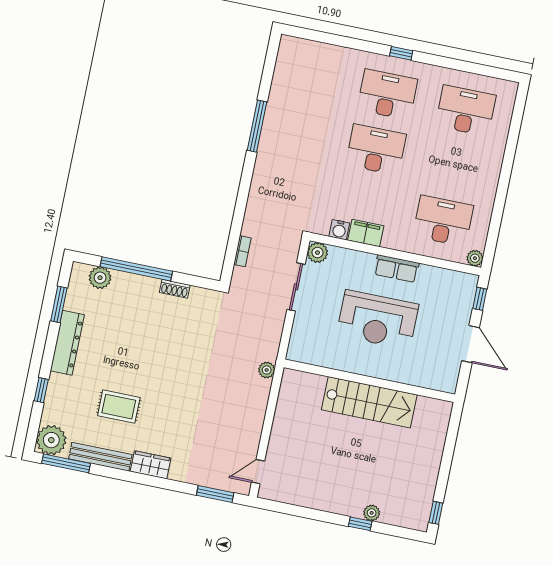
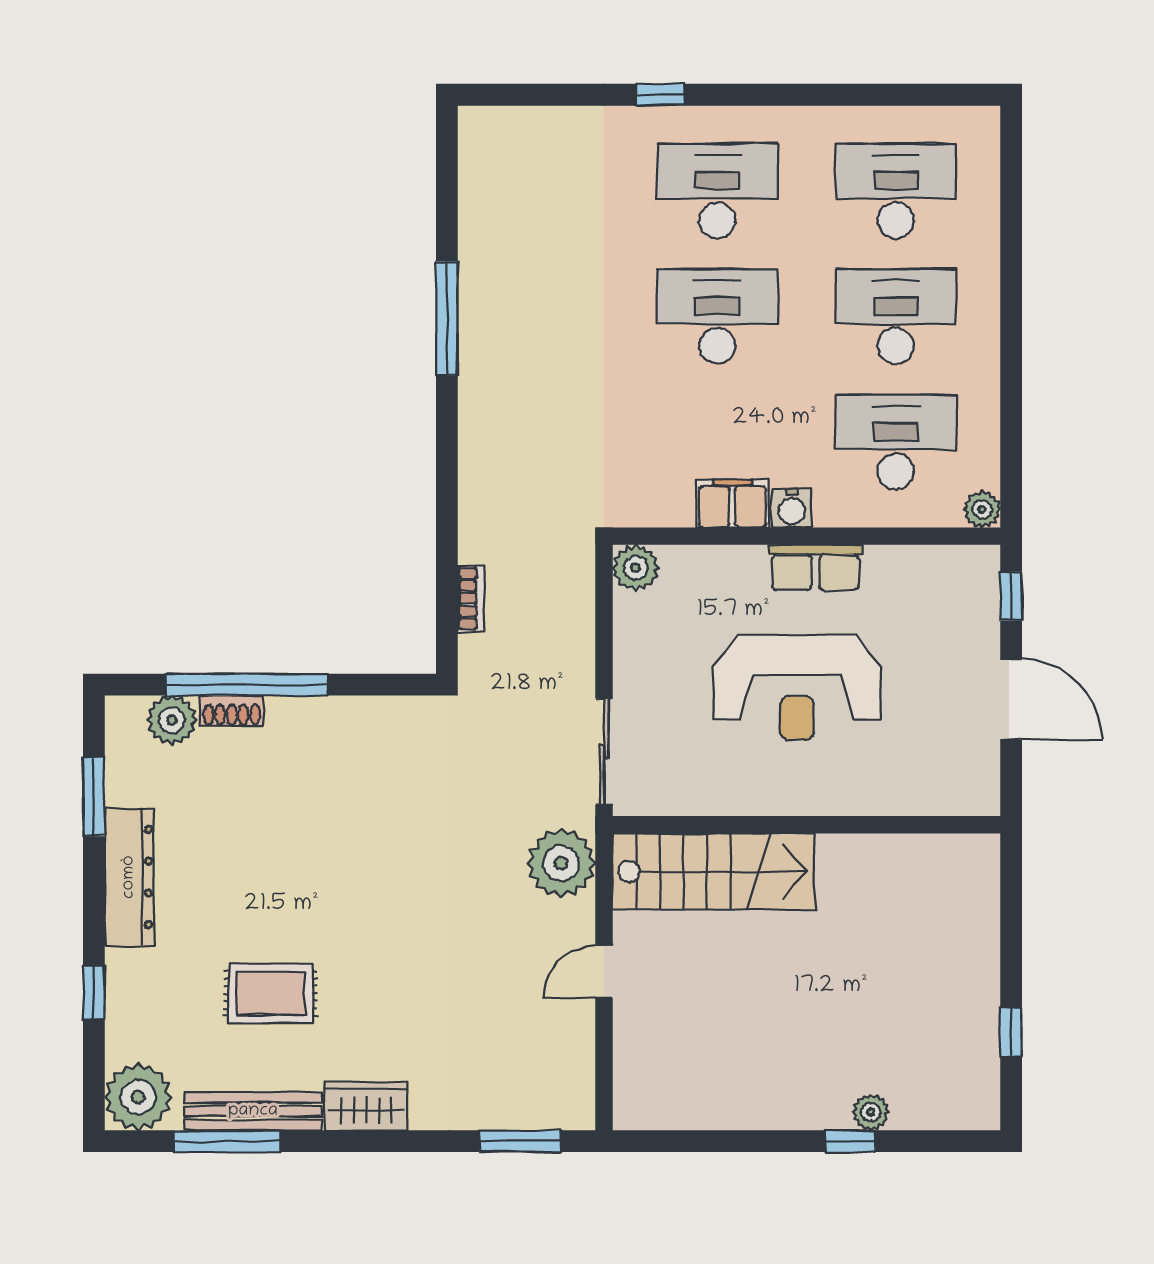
window: (401, 53) -> (660, 95), moved
desk: (454, 166) -> (896, 317), added
water cooler: (339, 230) -> (792, 508), moved
sliding door: (296, 287) -> (604, 752), moved
shoe rack: (175, 289) -> (232, 711), moved
plant: (267, 370) -> (561, 863), width x1.88, depth x1.88
stairs: (369, 402) -> (714, 871), moved
window: (66, 463) -> (227, 1141), moved
door: (258, 472) -> (604, 972), moved
window: (436, 513) -> (1011, 1032), moved

